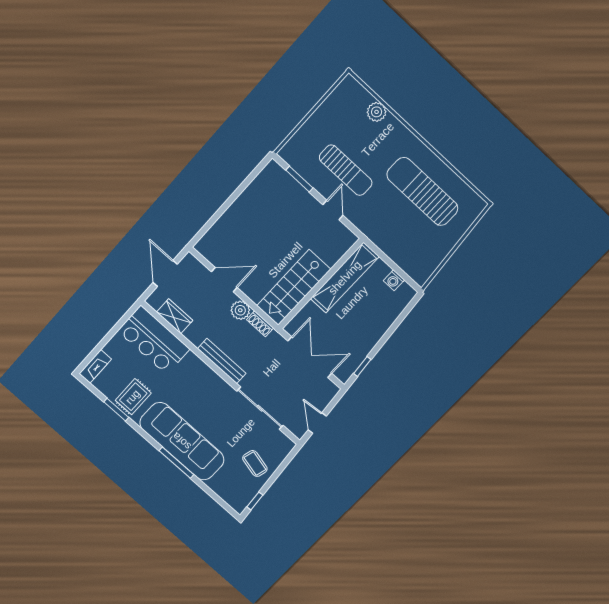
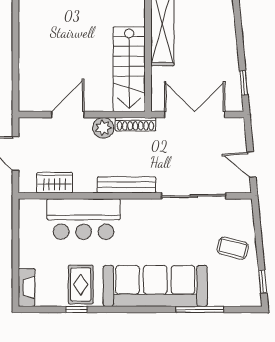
shoe rack: (260, 324) -> (135, 124), width x1.43
bar counter: (154, 340) -> (84, 219), moved
window: (116, 410) -> (77, 309), width x0.67
window: (176, 463) -> (200, 309), moved

